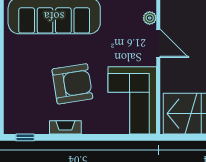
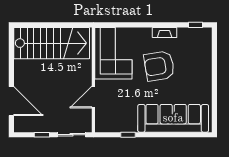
plant: (150, 18) -> (100, 117), removed
door: (158, 43) -> (93, 97), hinge flipped

